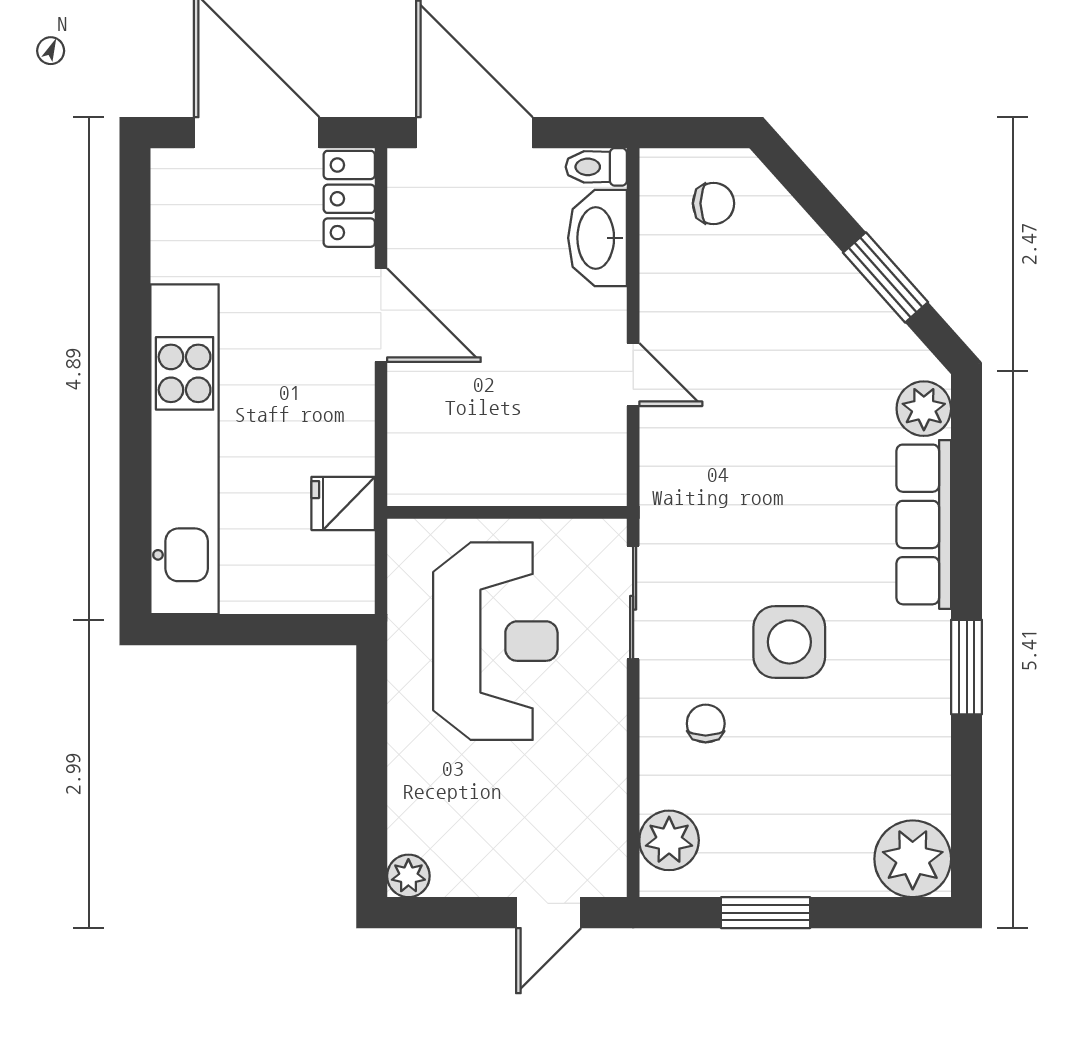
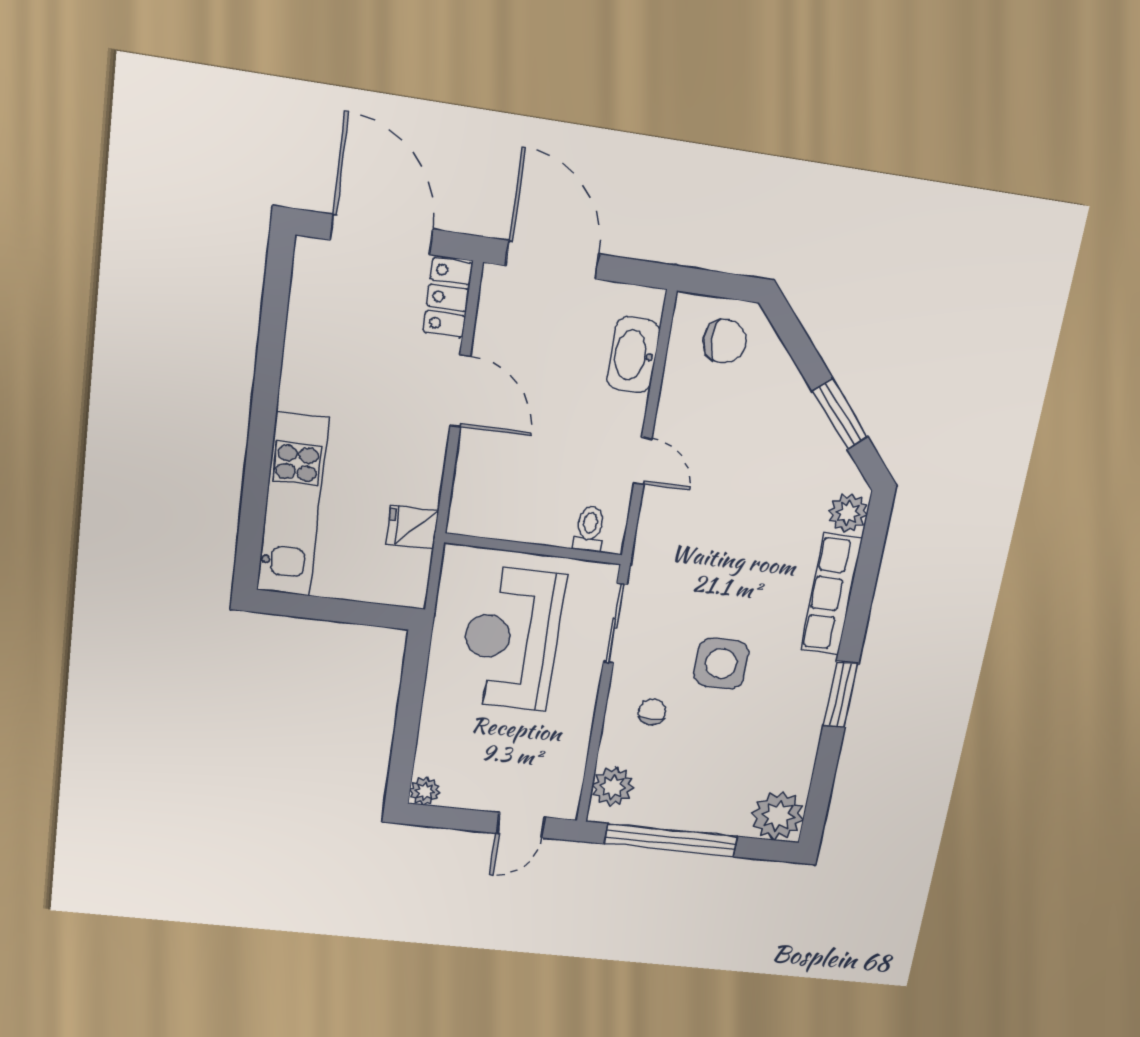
toilet: (596, 167) -> (590, 529), moved, turned 90
chair: (714, 203) -> (725, 341), width x1.37, depth x1.37
kitchen unit: (185, 449) -> (292, 505), width x0.73
reception desk: (495, 641) -> (511, 639), turned 180
window: (766, 913) -> (671, 840), width x2.11

